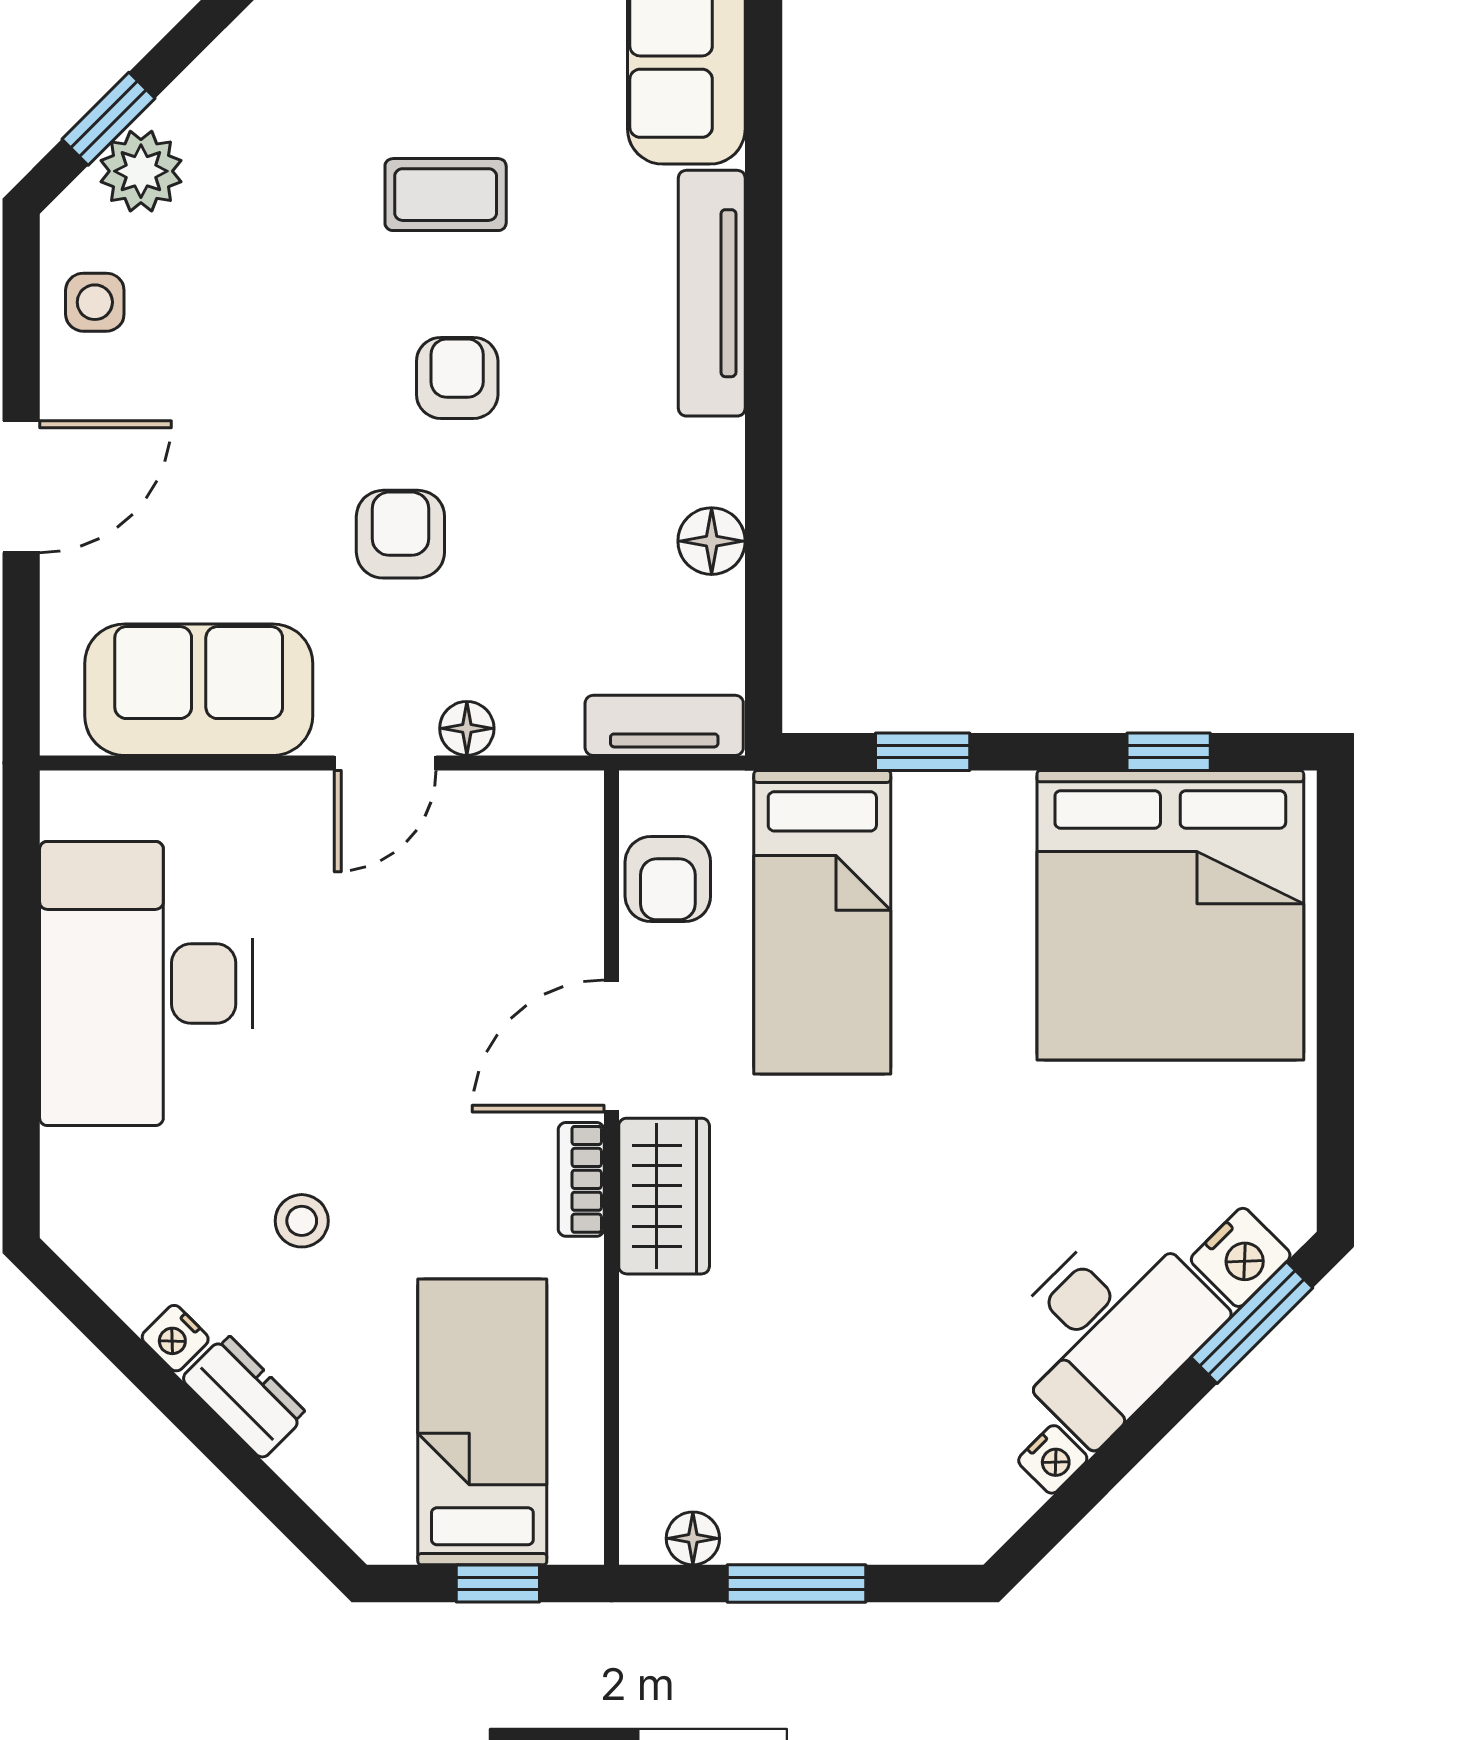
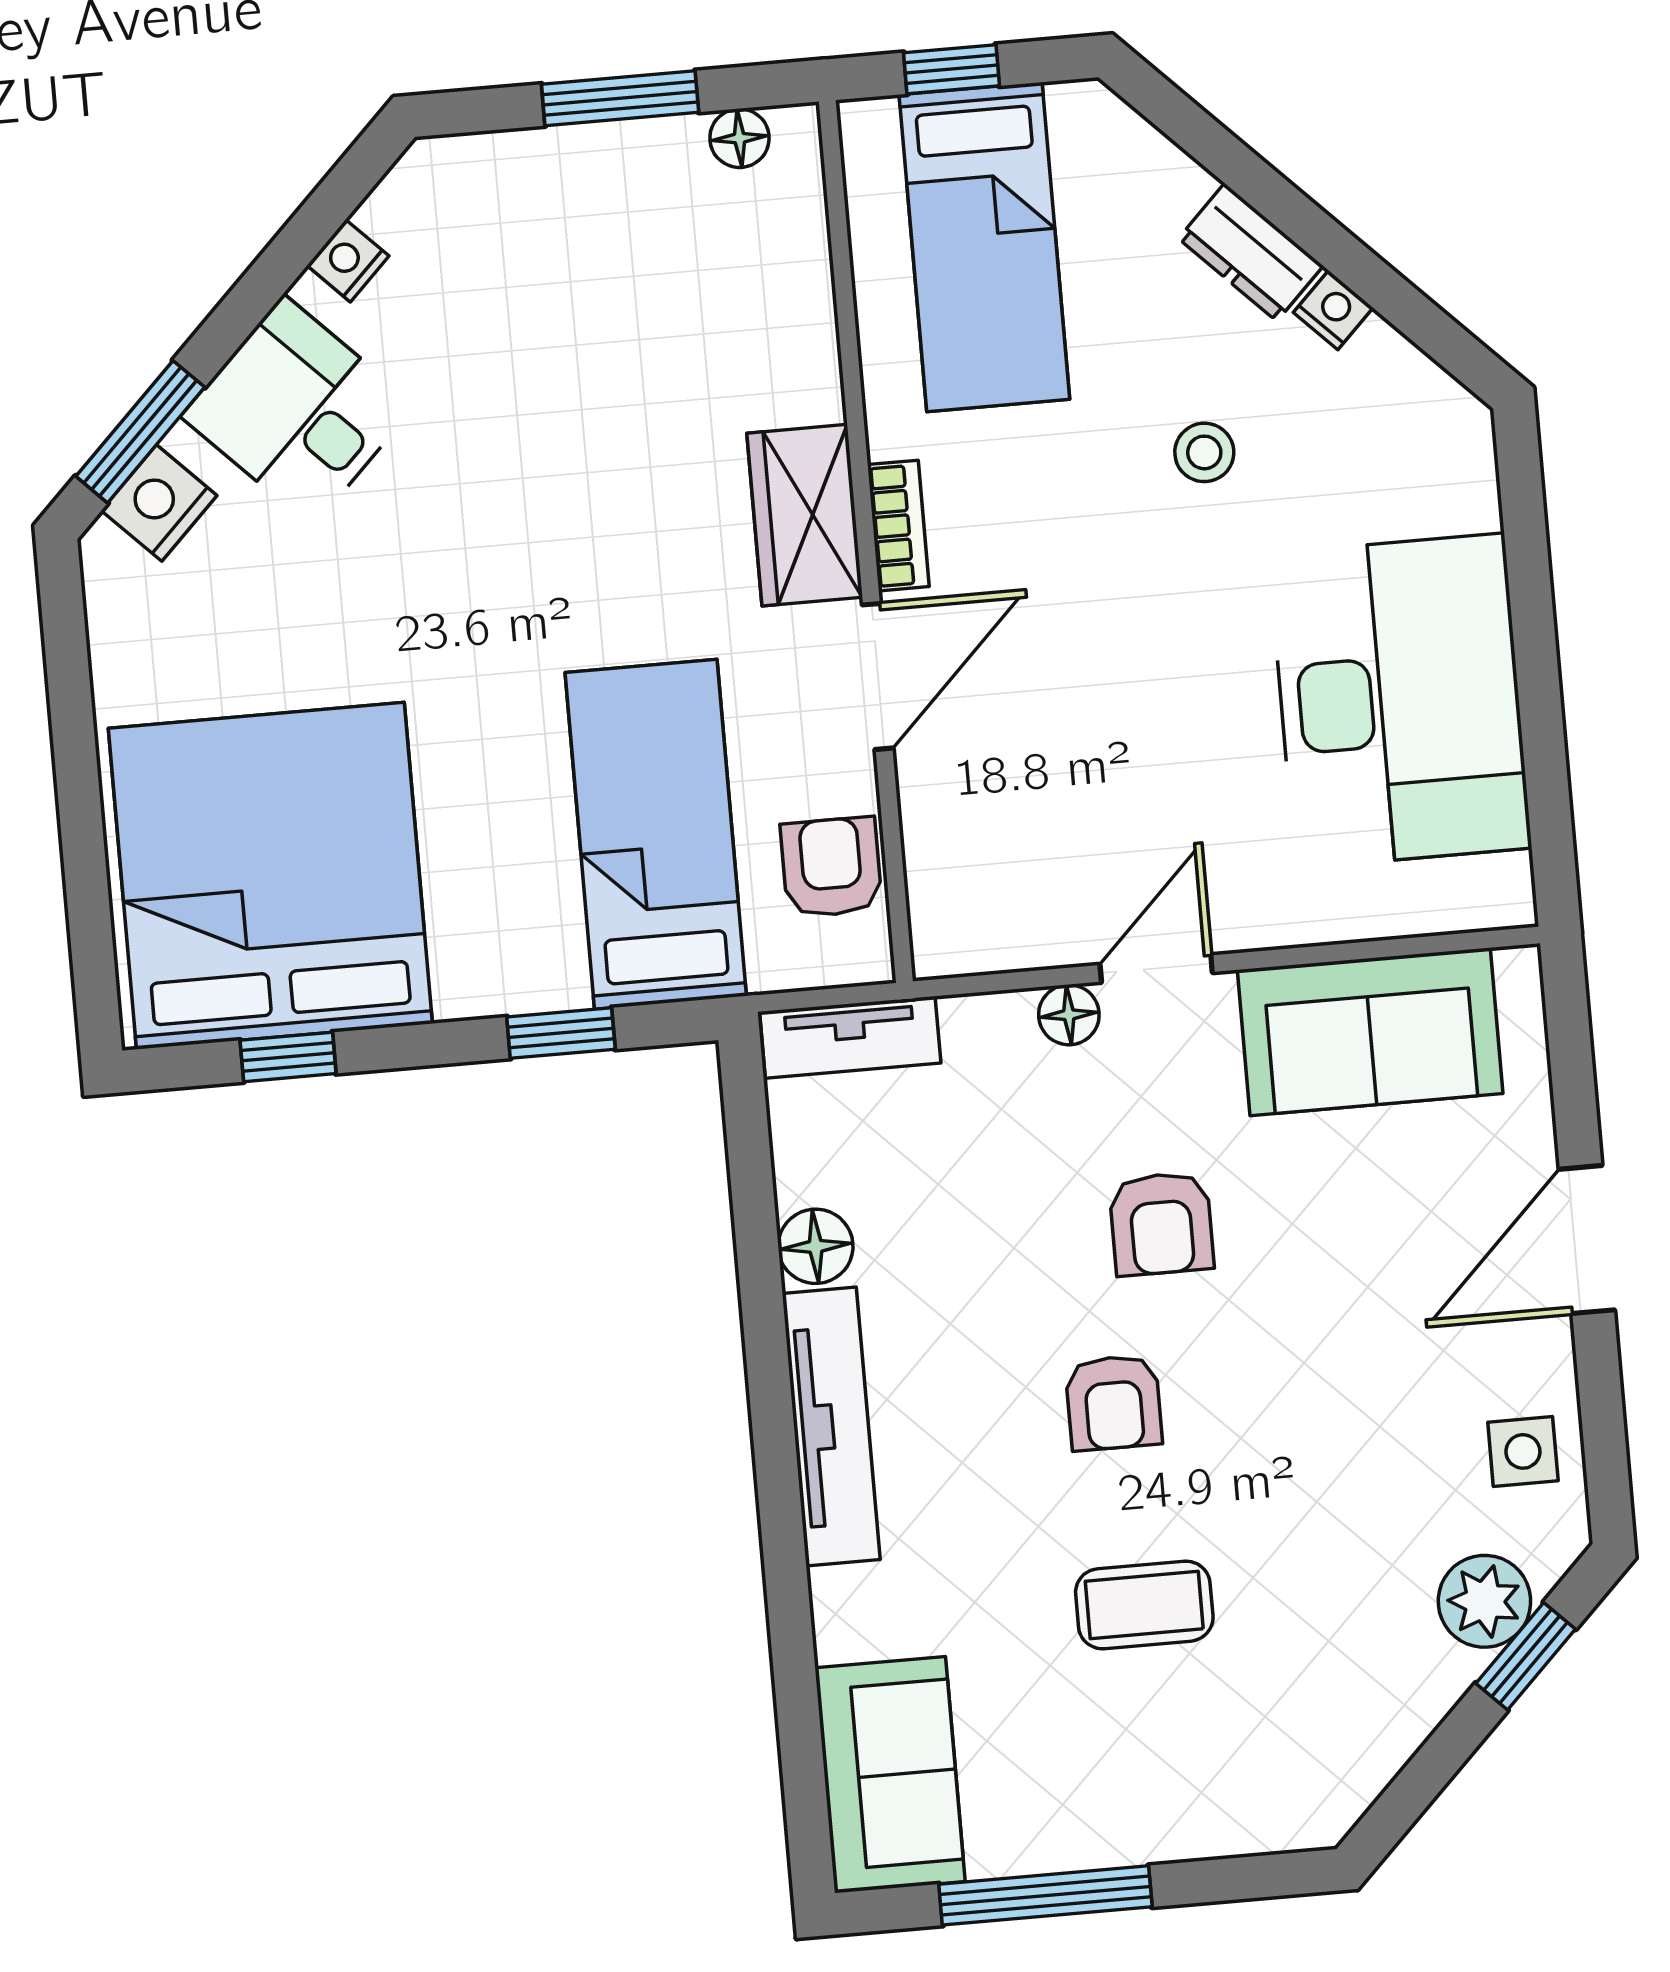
tv unit: (712, 293) -> (831, 1427), moved
desk: (1109, 1329) -> (298, 411), width x0.73

